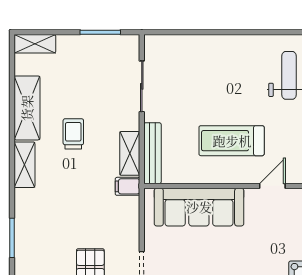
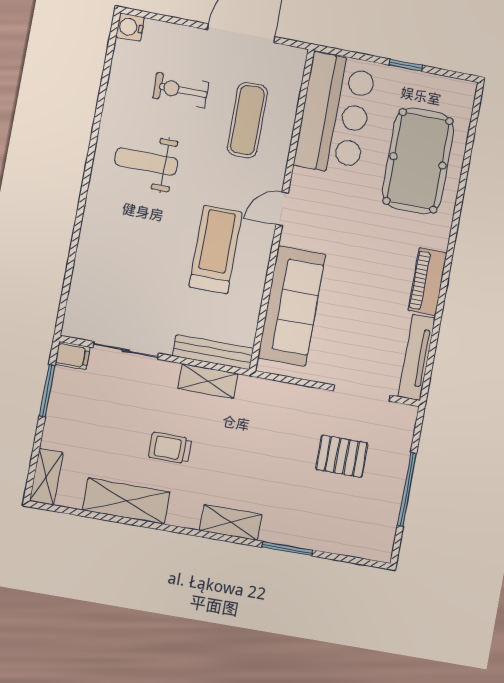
treadmill: (232, 141) -> (216, 250), turned 180
shelving: (24, 165) -> (231, 522), moved
filing cabinet: (127, 186) -> (72, 356), moved, turned -90
door: (272, 186) -> (282, 209), hinge flipped

